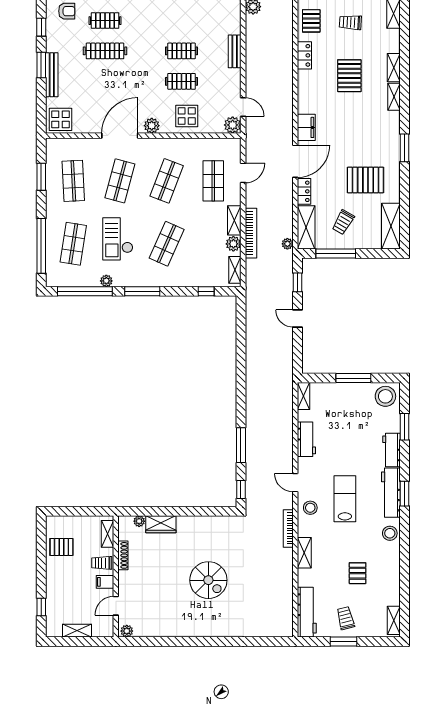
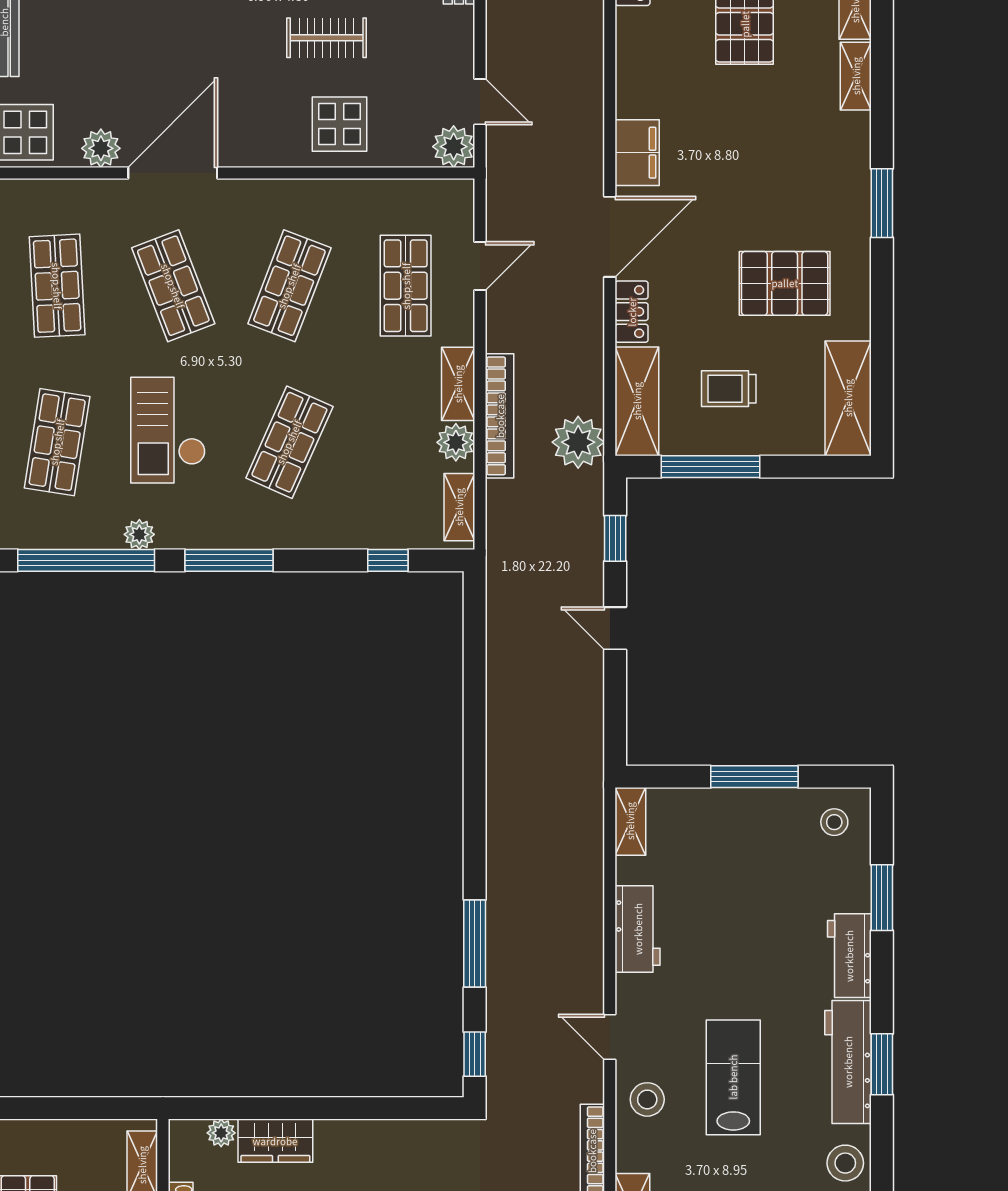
plant: (152, 126) -> (101, 148), moved
shop shelf: (120, 181) -> (173, 286), turned -36
trolley: (343, 222) -> (729, 389), turned 60
plant: (287, 244) -> (578, 442), width x1.88, depth x1.88
stool: (385, 396) -> (834, 822), width x0.53, depth x0.53

